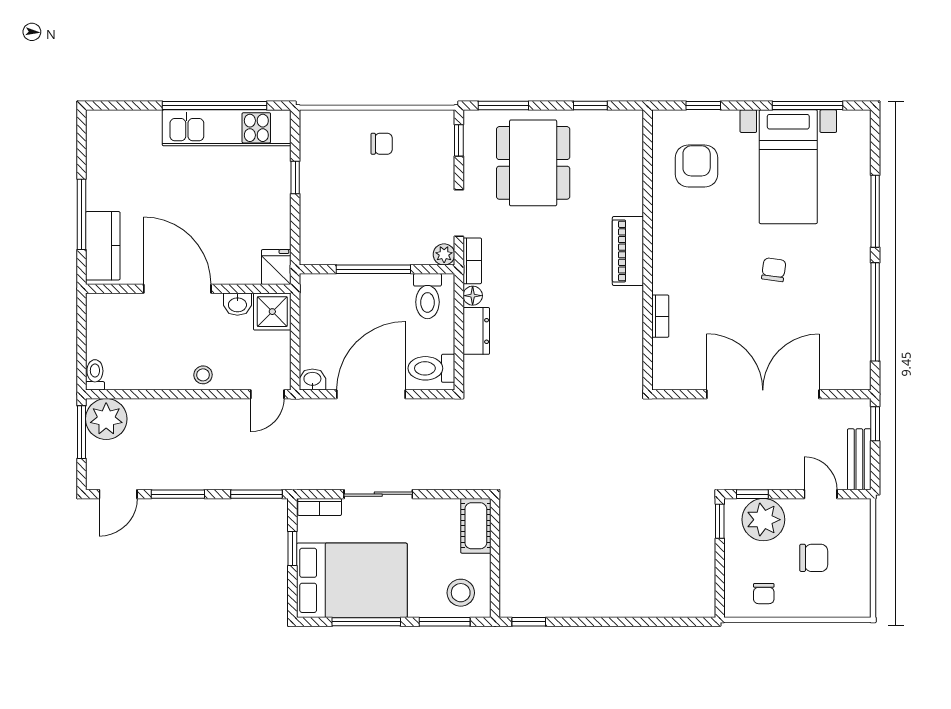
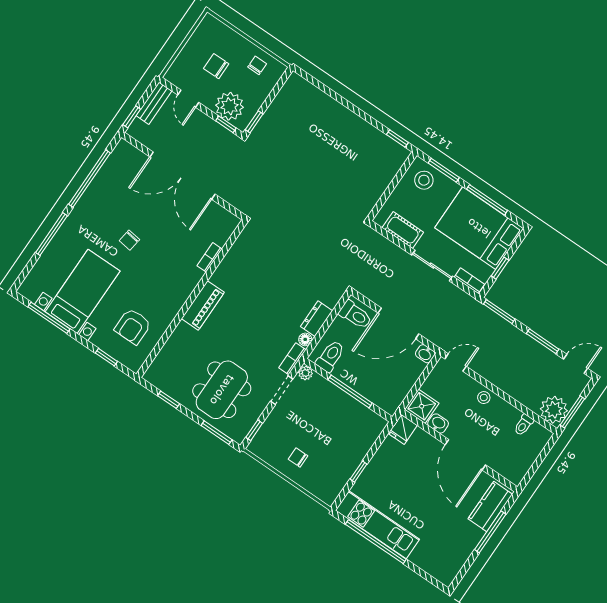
toilet: (95, 375) -> (524, 425), moved
cot: (476, 526) -> (403, 230), moved, turned 90

